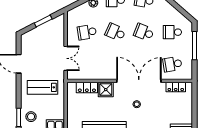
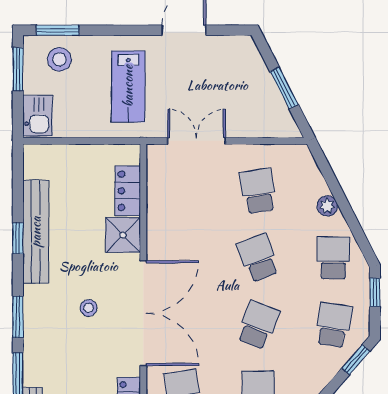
school desk: (115, 32) -> (258, 258), turned -45
double door: (66, 58) -> (197, 141), swing flipped
lab bench: (43, 87) -> (128, 86), turned 180

